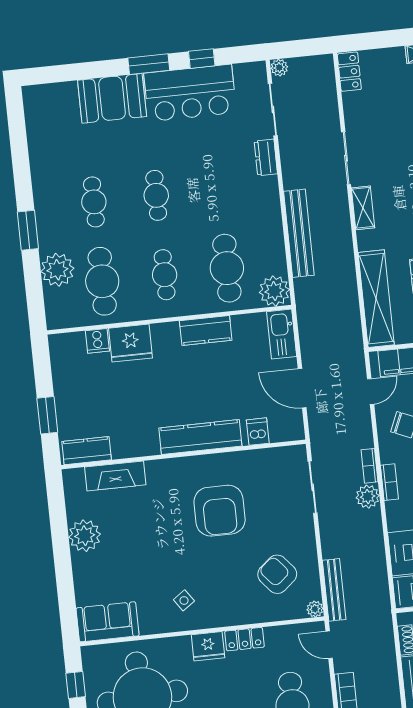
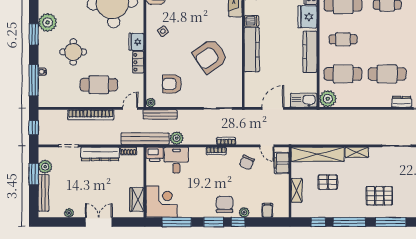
cafe table: (156, 195) -> (387, 74), moved, width x1.37, depth x1.35
shelving: (363, 208) -> (357, 152), moved
bench: (299, 233) -> (145, 139), moved
kitchen counter: (206, 331) -> (310, 52), width x1.50
dishwasher: (258, 432) -> (251, 21), moved
plant: (368, 497) -> (177, 138), moved
armchair: (220, 511) -> (210, 56), turned -34
armchair: (277, 574) -> (172, 84), turned -140

